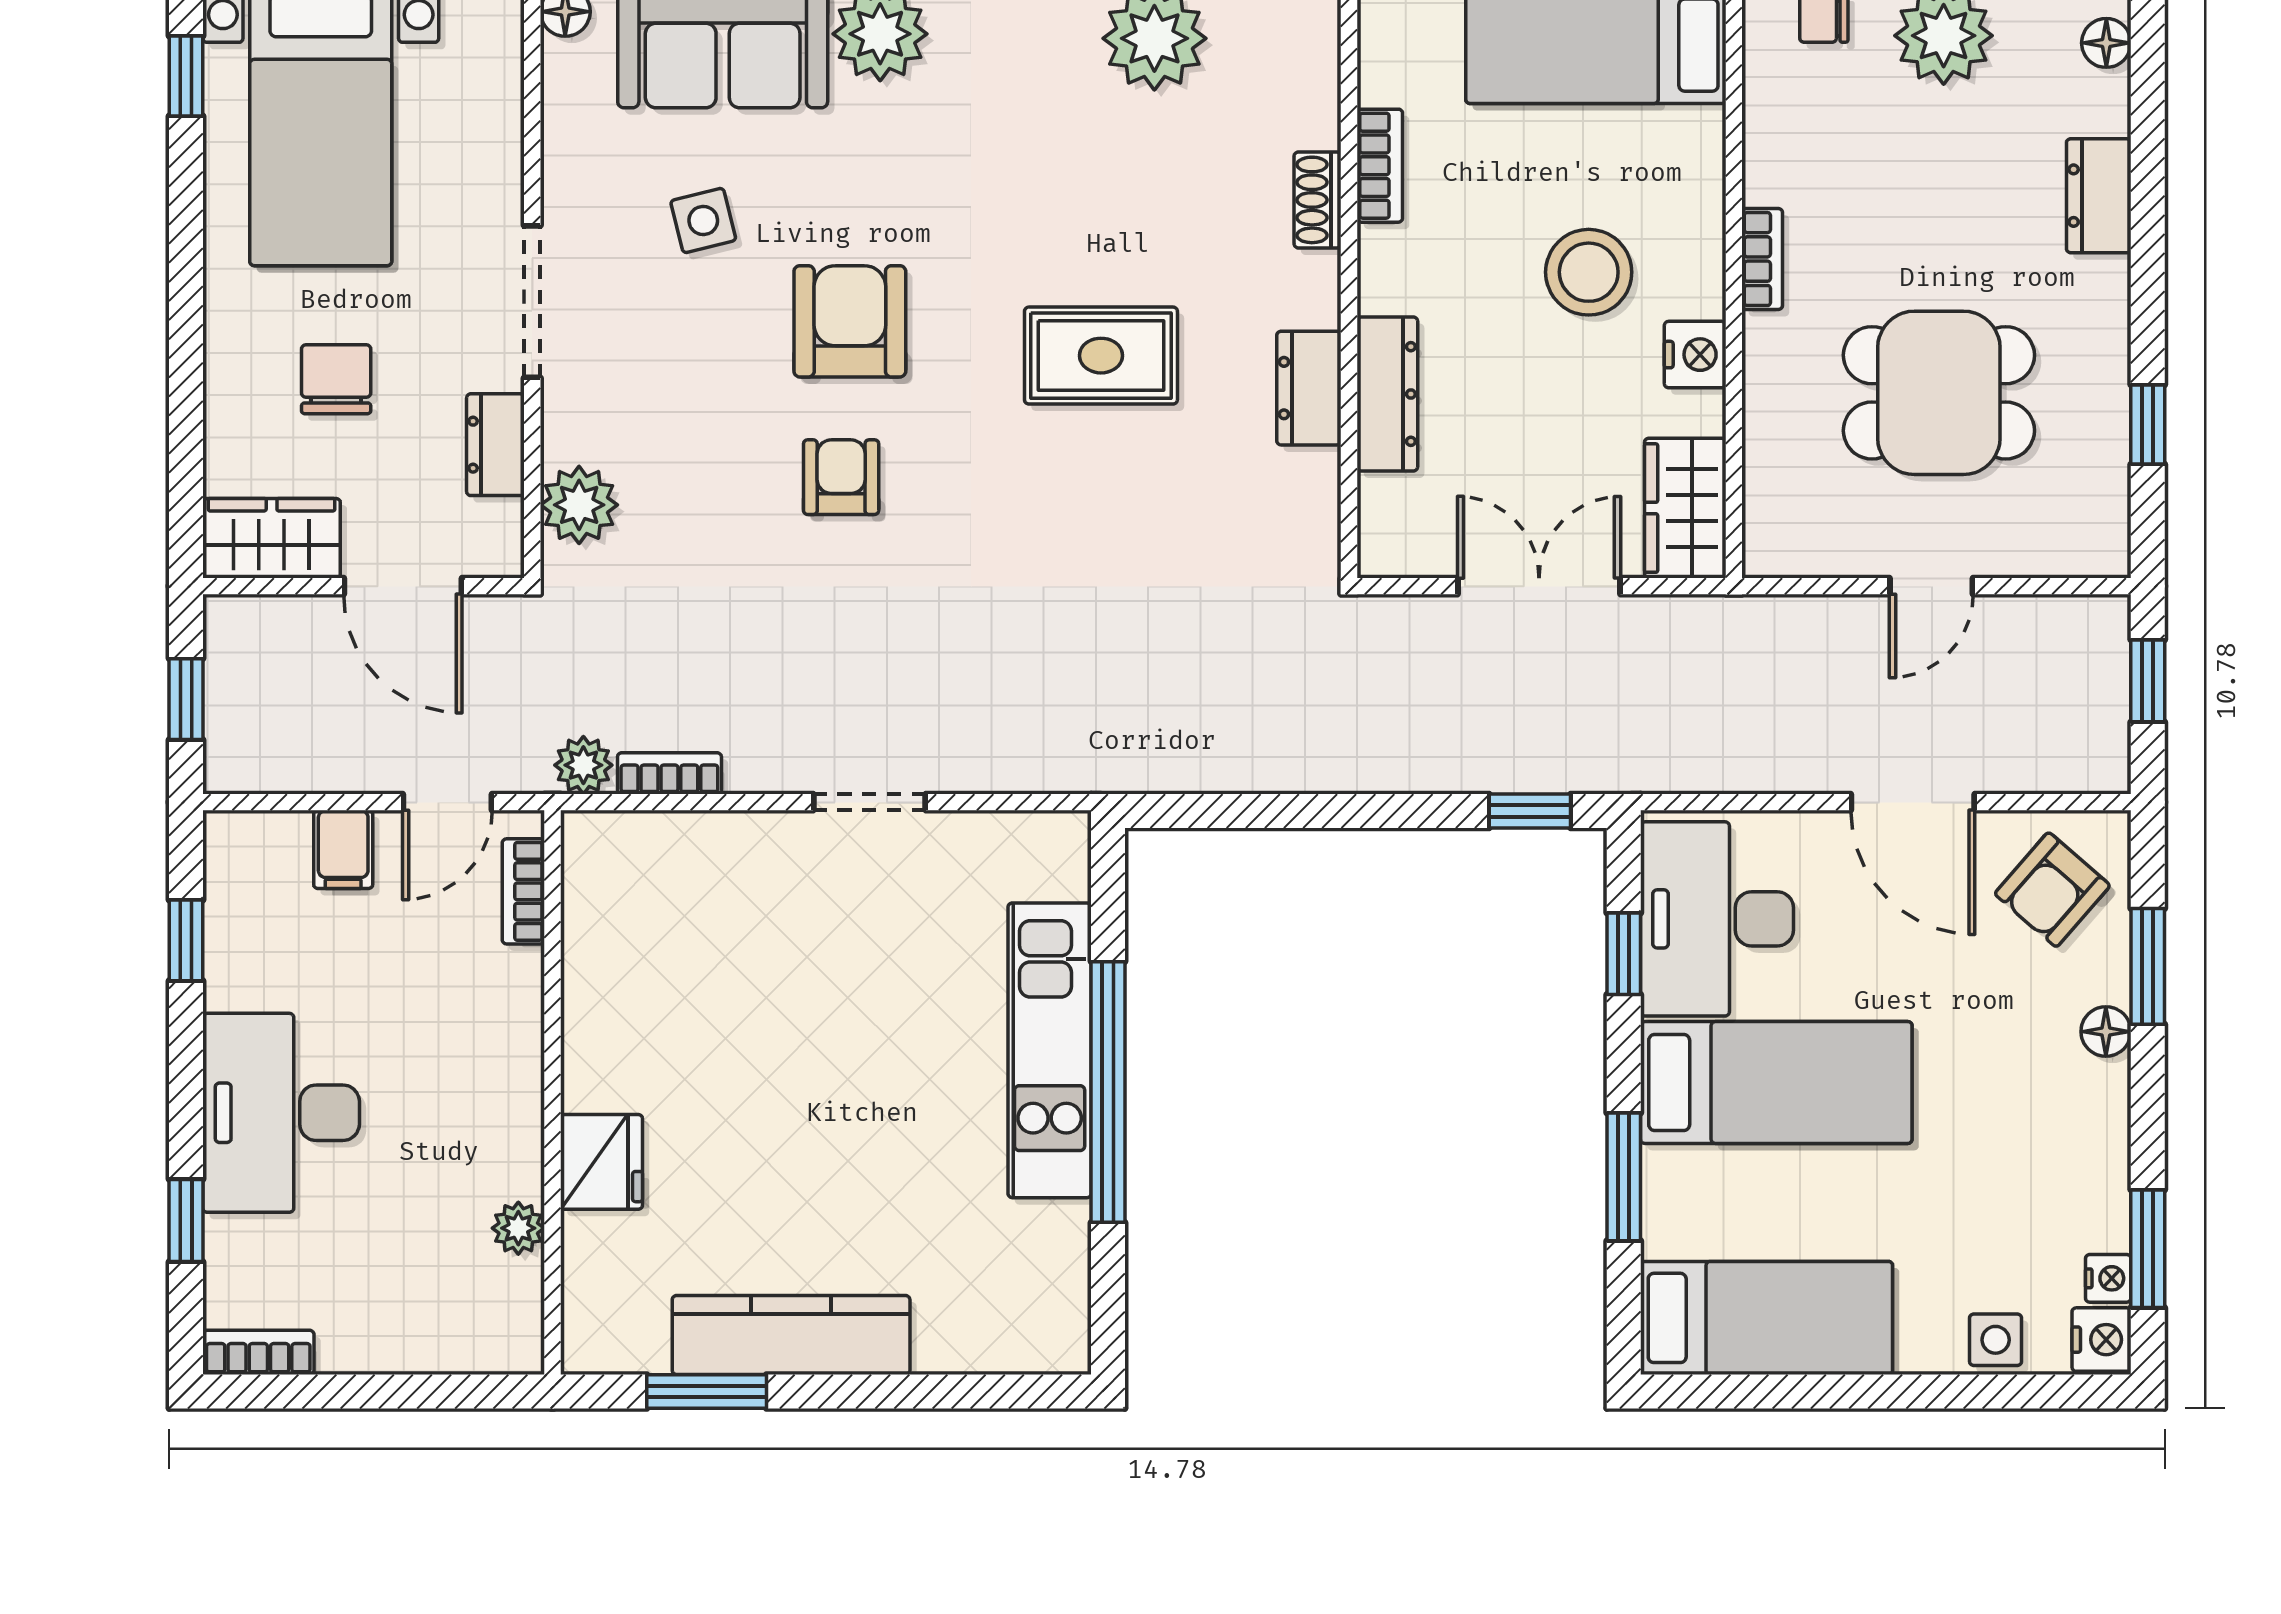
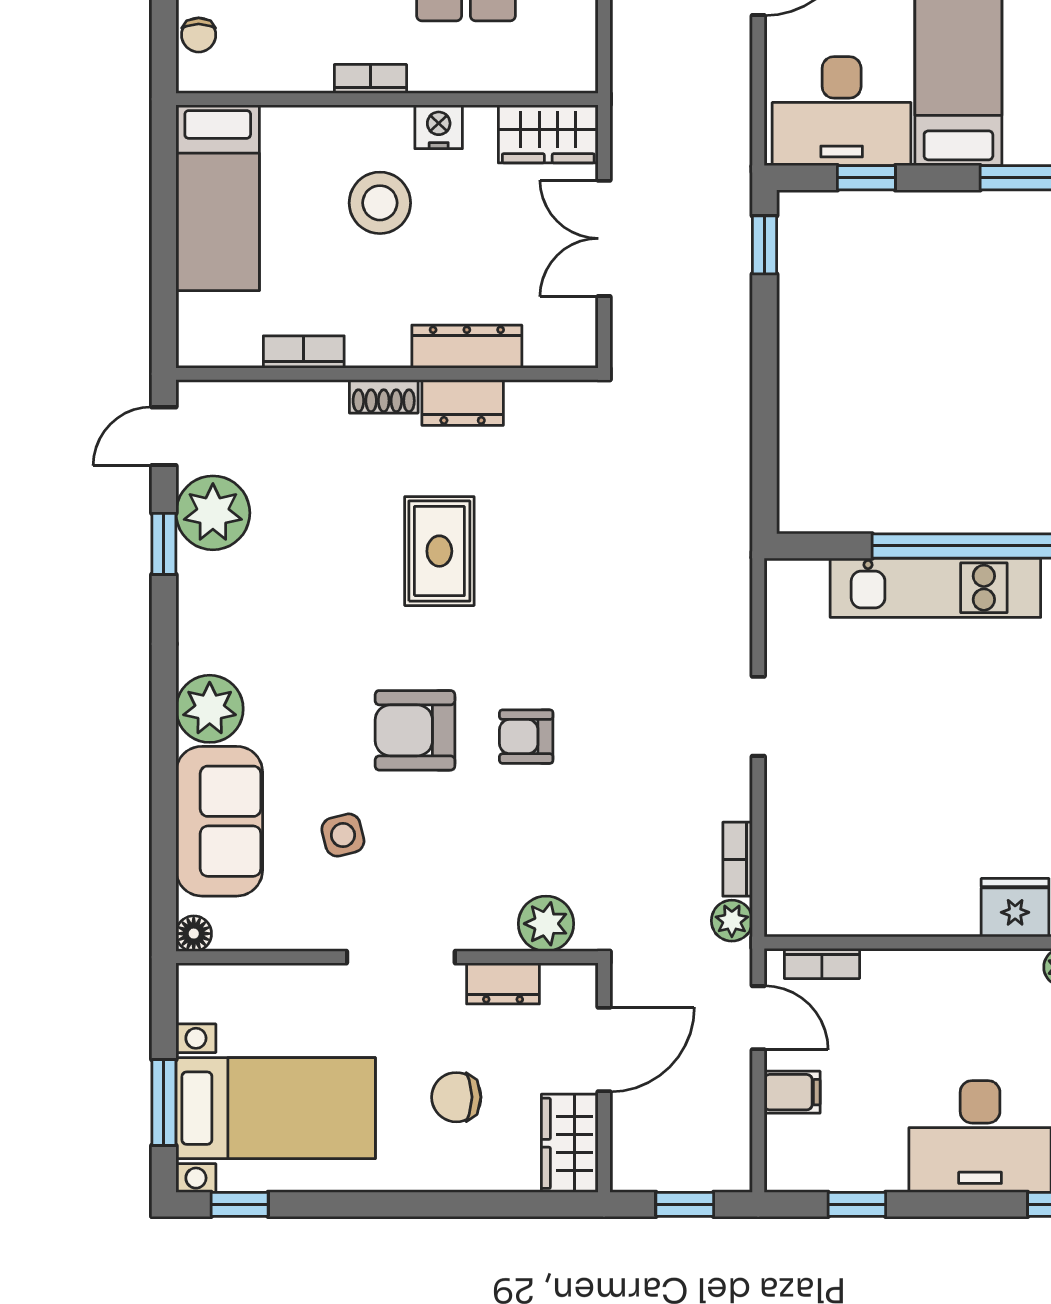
shoe rack: (1318, 200) -> (384, 396), moved

